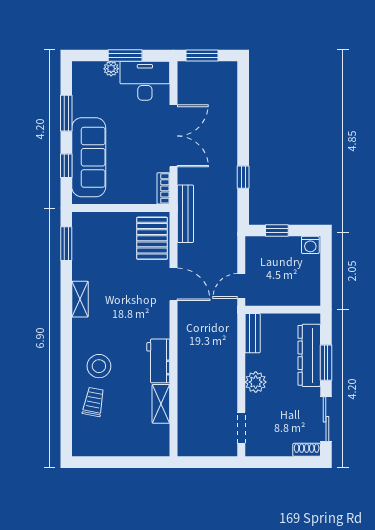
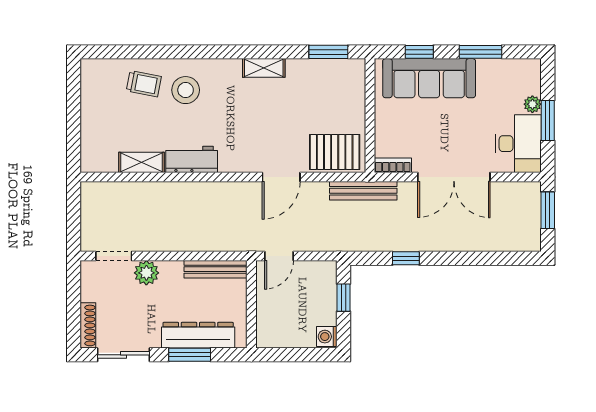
door: (241, 286) -> (279, 256), swing flipped
bench: (253, 333) -> (216, 269), width x1.36
plant: (256, 382) -> (146, 273), moved
shoe rack: (307, 450) -> (88, 325), width x1.43

